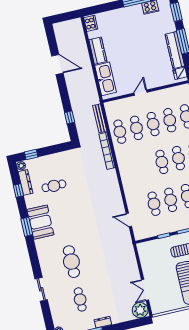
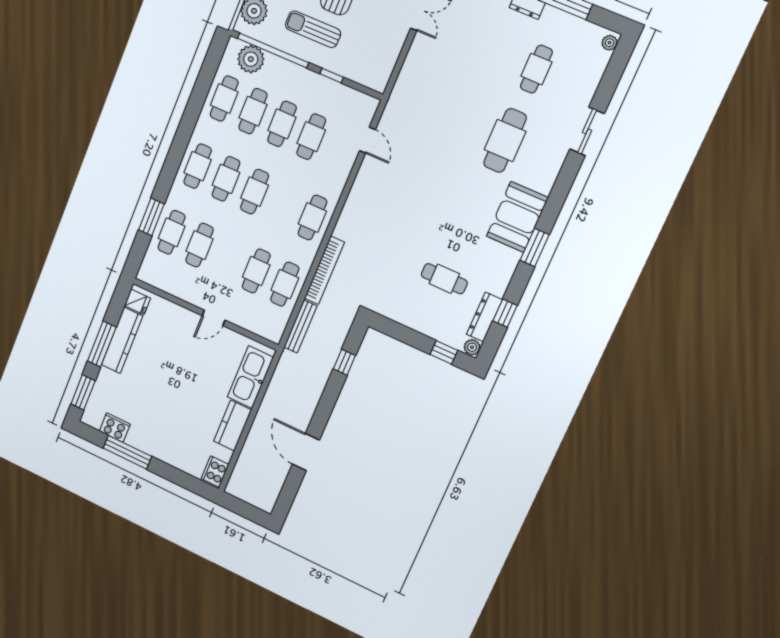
cafe table: (153, 124) -> (312, 218), moved
booth: (40, 222) -> (517, 217), moved

